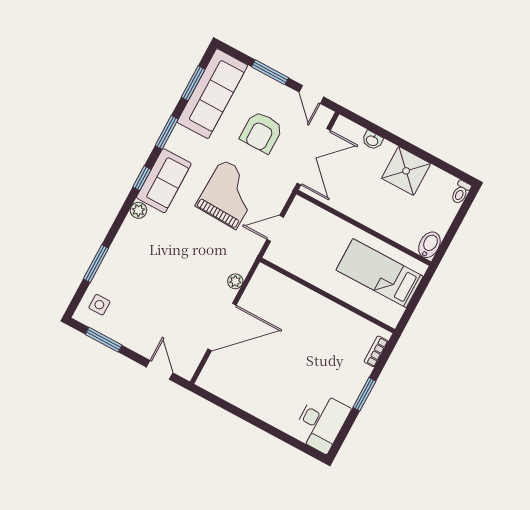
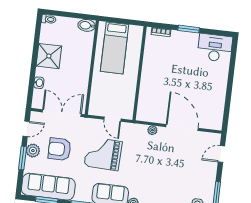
plant: (275, 92) -> (33, 151), added
armchair: (262, 132) -> (59, 149), turned 180

